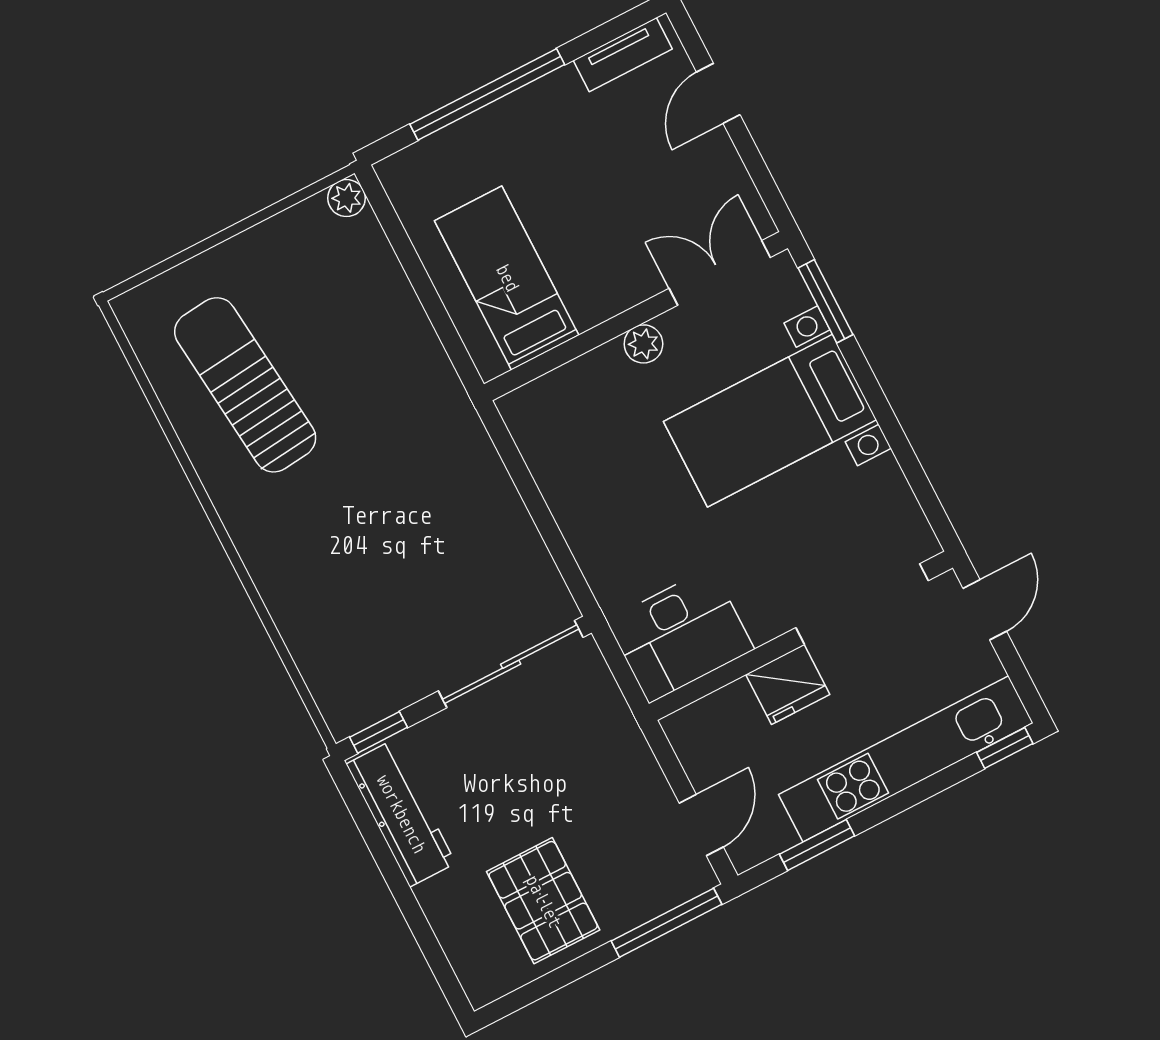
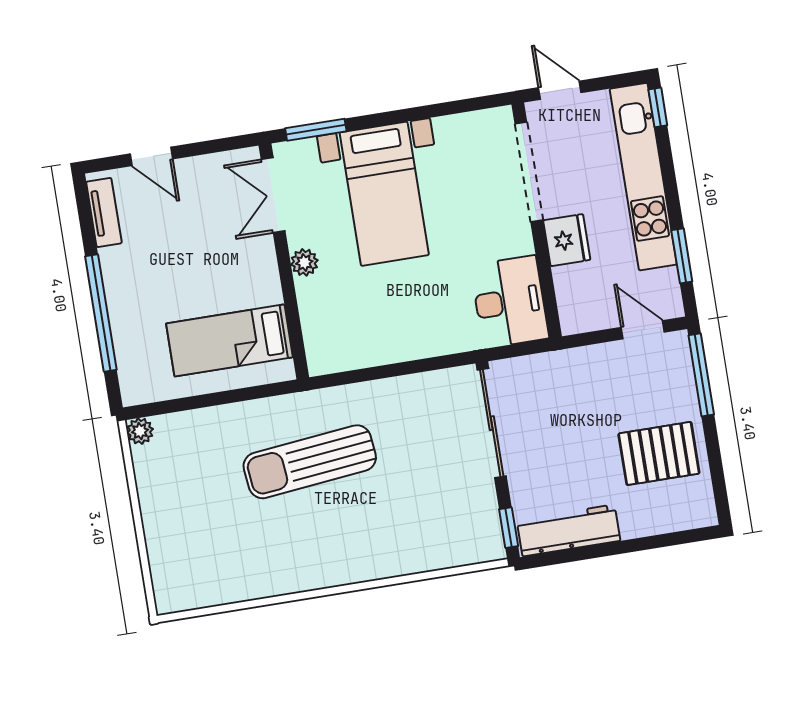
sun lounger: (245, 385) -> (310, 462), moved

